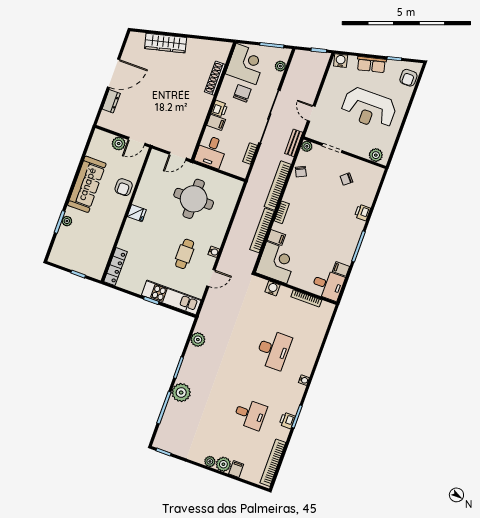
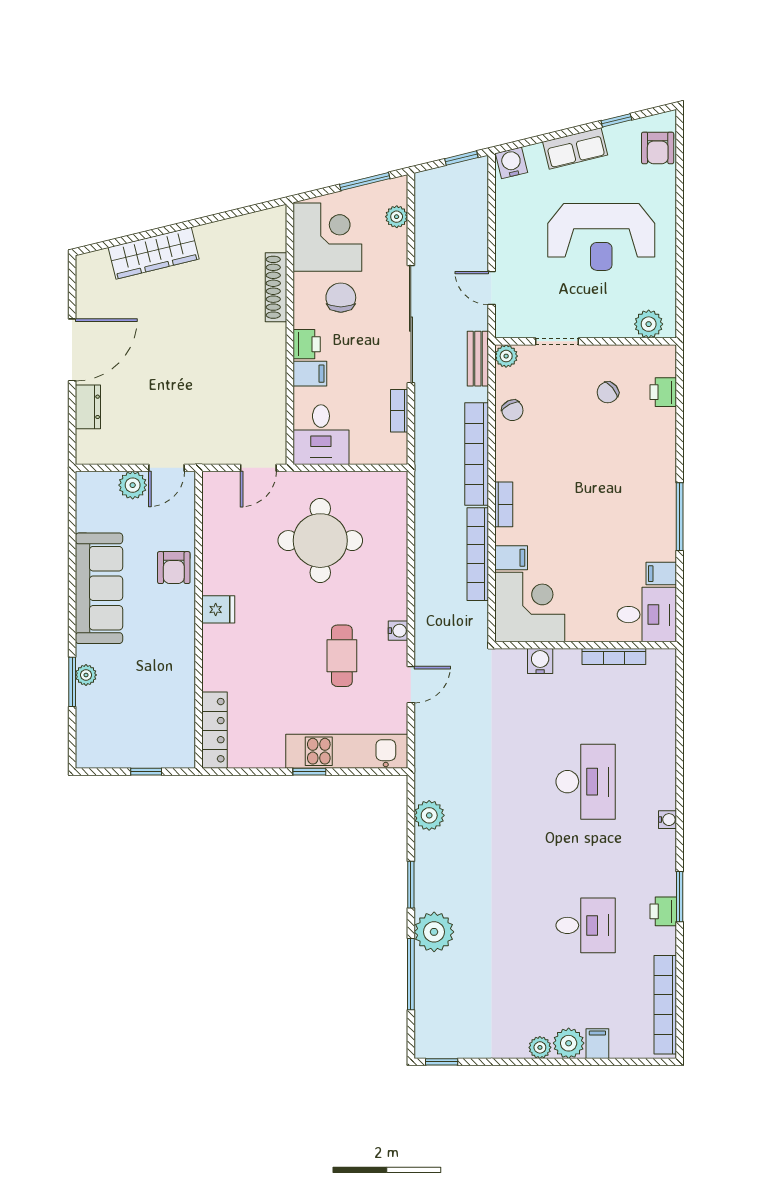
printer: (362, 213) -> (663, 392), moved

